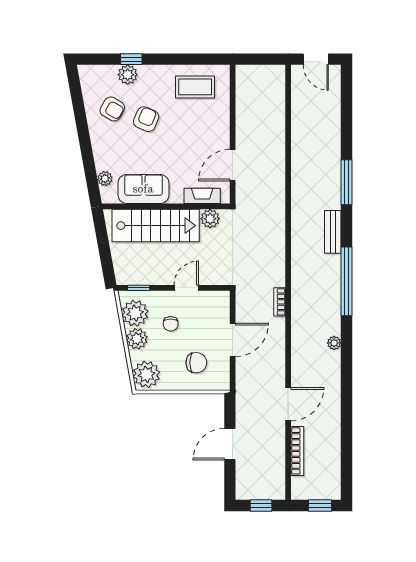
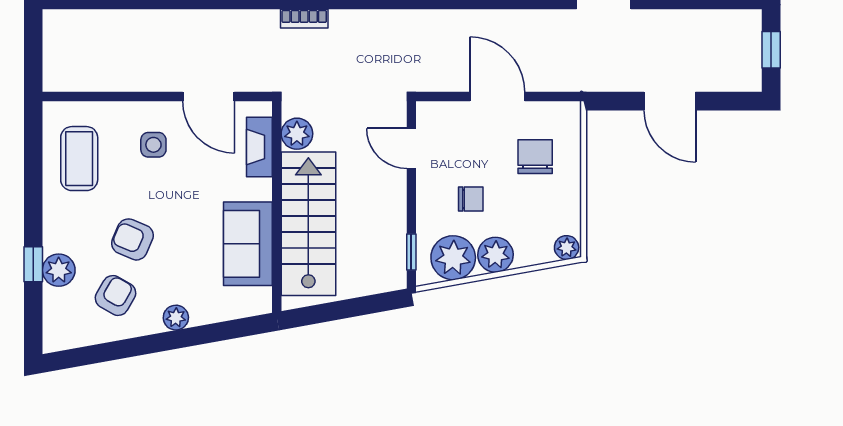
side table: (203, 132) -> (153, 145), added
plant: (105, 179) -> (176, 318), moved
door: (186, 288) -> (411, 148), moved
bookcase: (280, 302) -> (304, 19), moved
plant: (146, 374) -> (567, 248), width x0.53, depth x0.53

